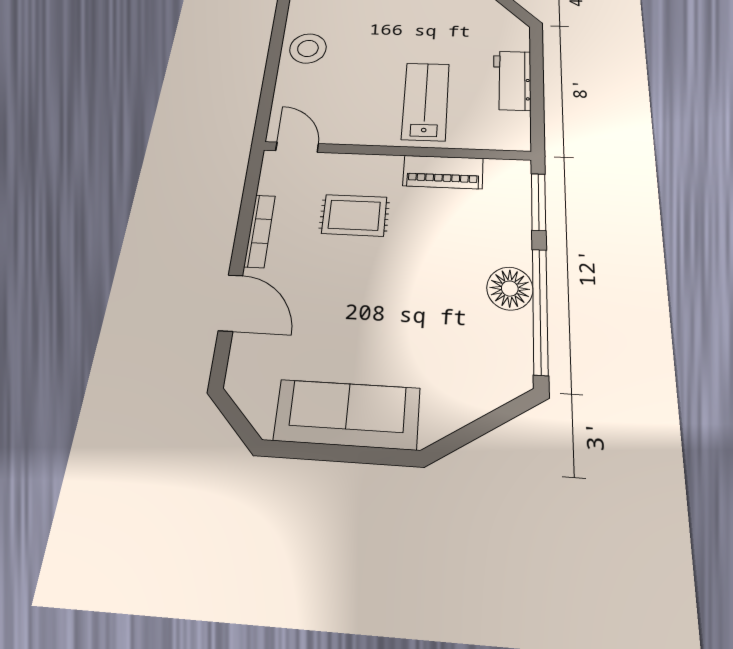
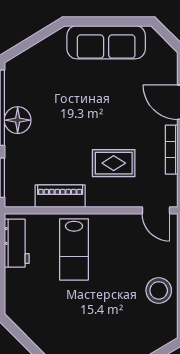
workbench: (512, 80) -> (17, 243), moved

